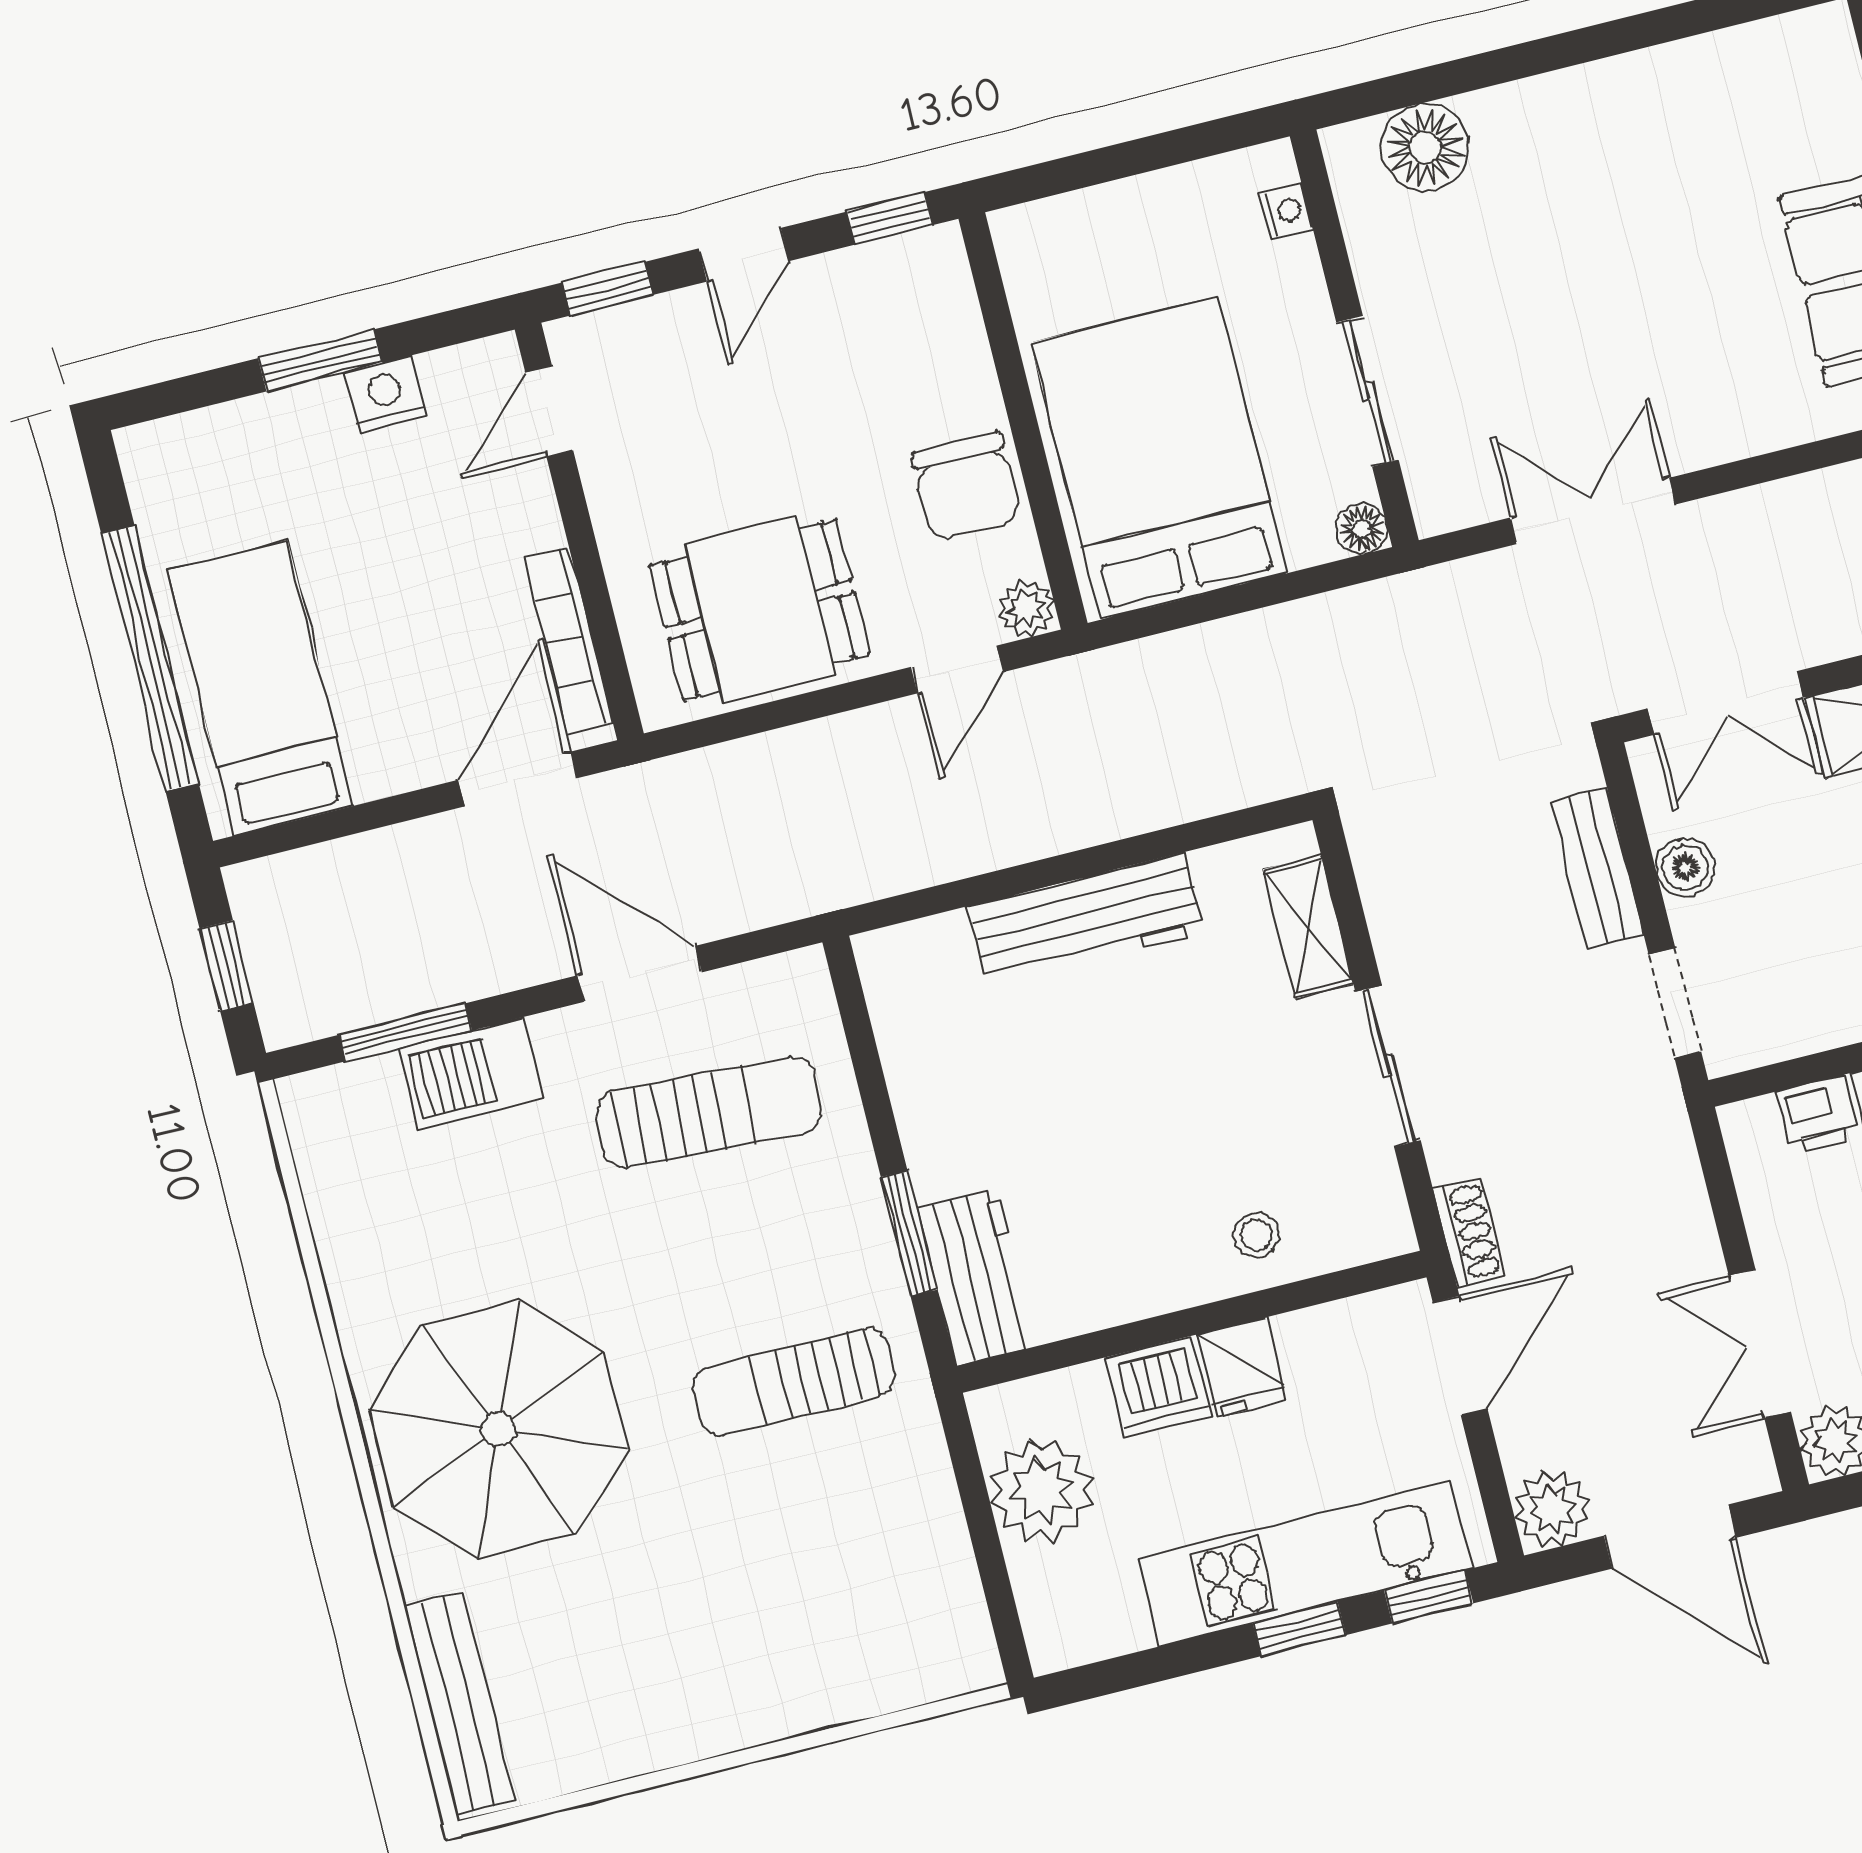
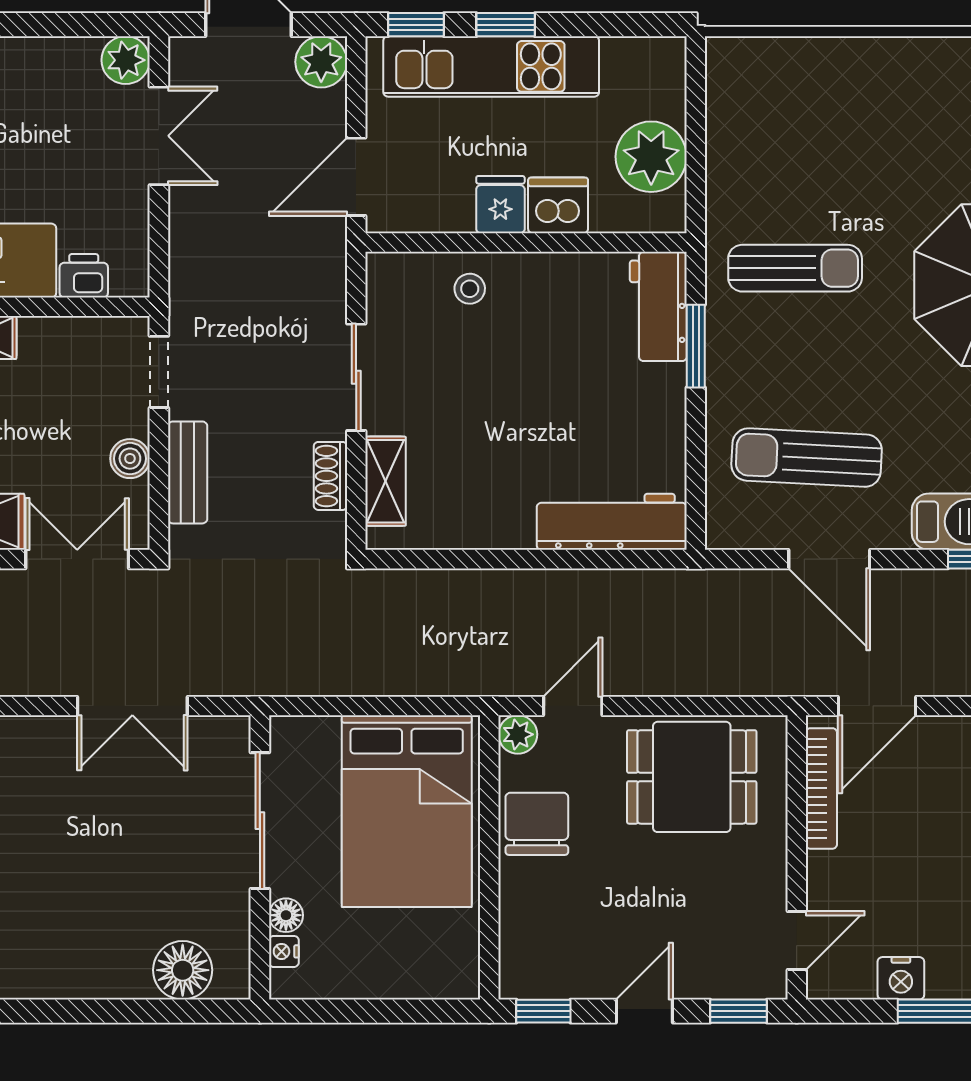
sliding door: (1368, 391) -> (260, 821), width x1.37
floor lamp: (1362, 529) -> (286, 915), moved
workbench: (1086, 920) -> (612, 522), moved
shoe rack: (1469, 1233) -> (330, 476), moved

